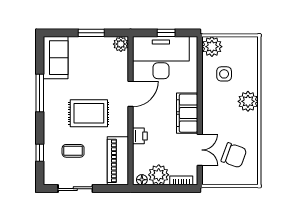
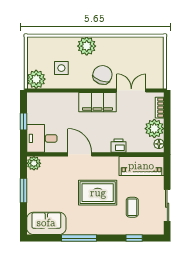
desk: (161, 58) -> (42, 138), width x0.53, depth x0.77
rug: (89, 113) -> (98, 193), turned 90
chair: (234, 155) -> (102, 75), moved

